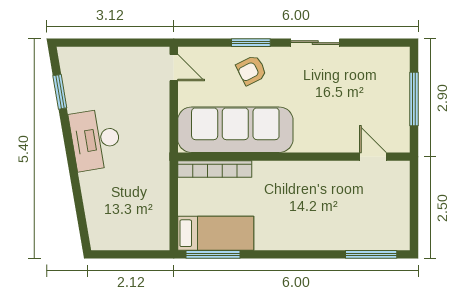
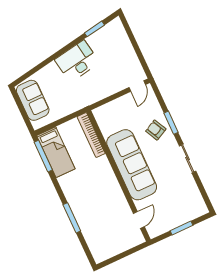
window: (414, 99) -> (182, 228), width x0.69
sofa: (235, 130) -> (132, 165), moved
sofa: (123, 232) -> (33, 100), added
window: (371, 254) -> (72, 218), moved

